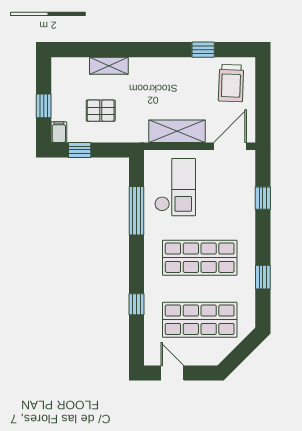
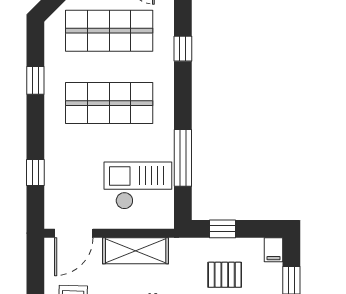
window: (80, 150) -> (223, 229), moved
checkout: (175, 187) -> (138, 185), turned 90

